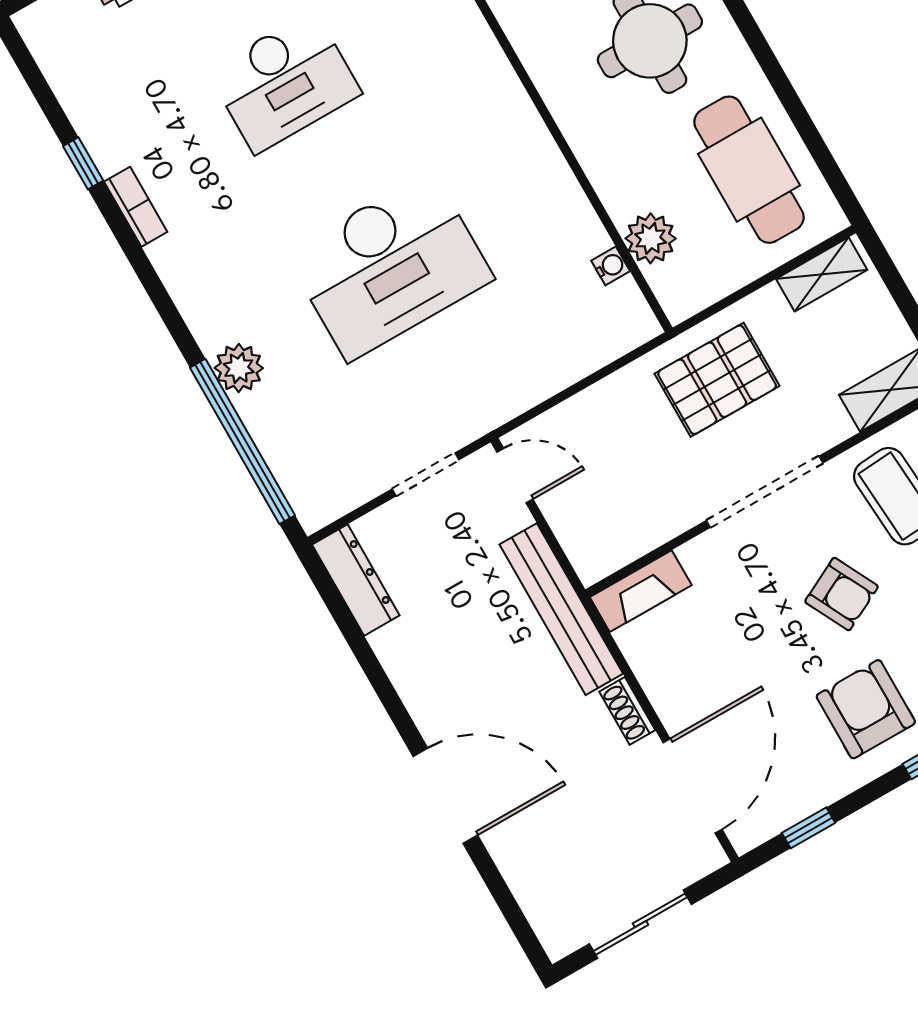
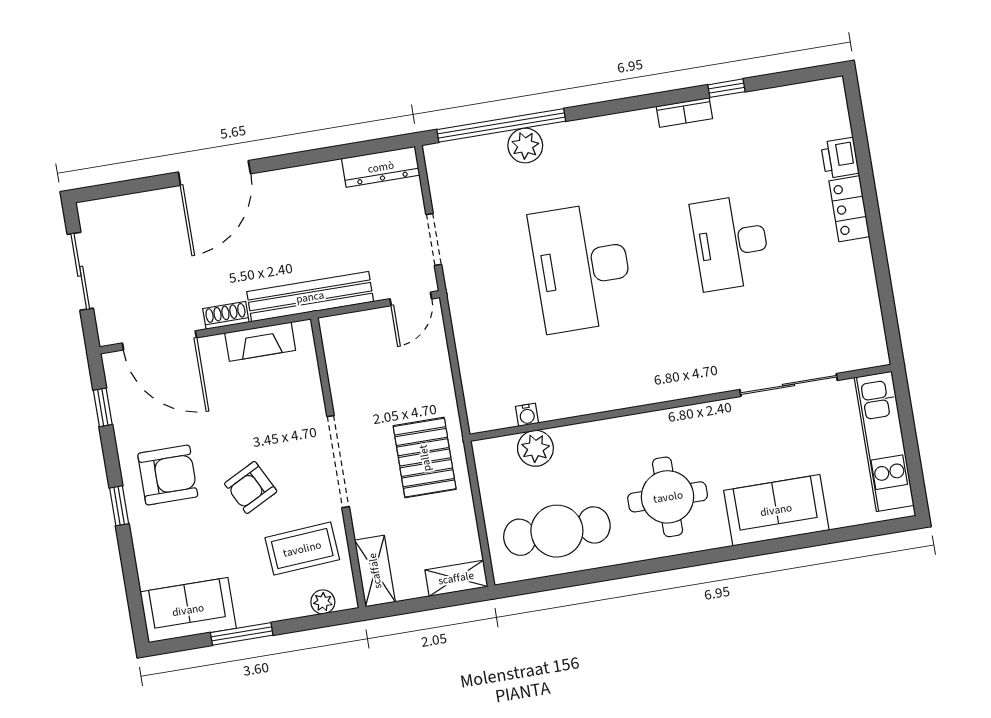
shelving: (822, 274) -> (456, 578), moved, turned 90
plant: (239, 368) -> (525, 146), moved
fireplace: (641, 591) -> (260, 342), moved, turned -90

